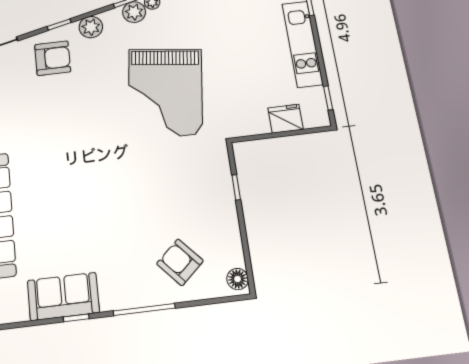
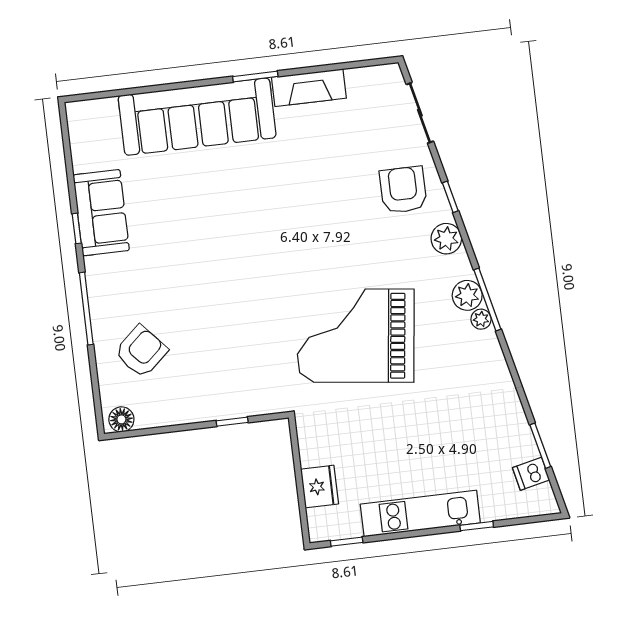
armchair: (53, 58) -> (403, 190), turned 180

